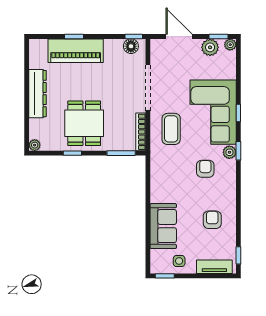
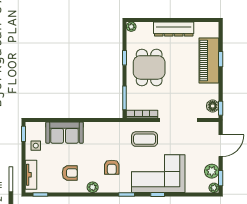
dining table: (84, 123) -> (149, 67), turned 90
plant: (229, 152) -> (93, 187), moved
armchair: (205, 169) -> (112, 167), turned 90

